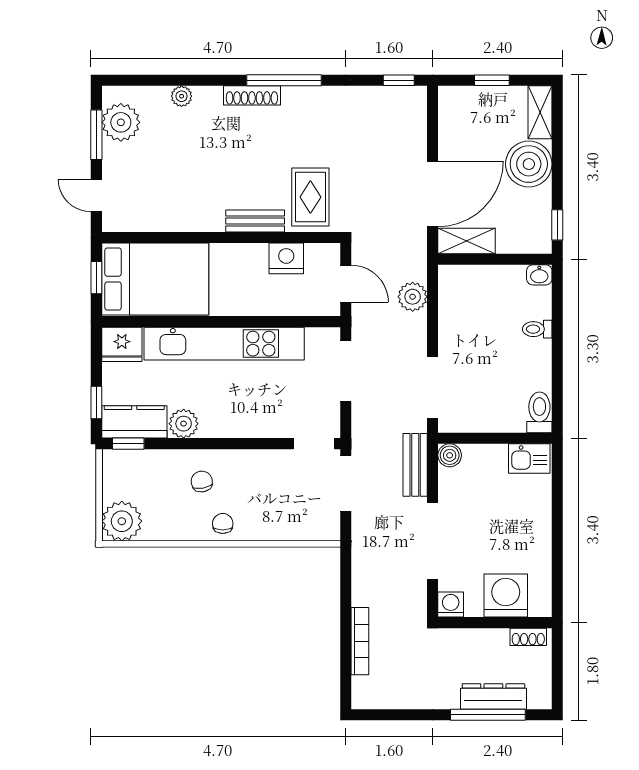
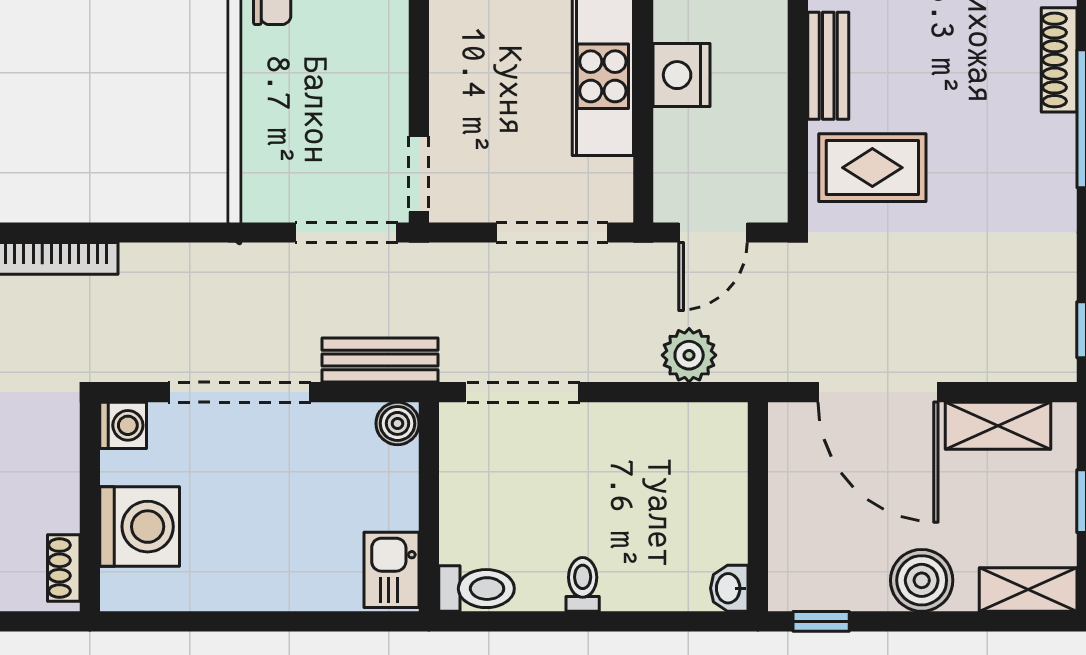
boiler: (529, 164) -> (922, 580), width x0.73, depth x0.73
shelving: (467, 241) -> (998, 426), moved, turned 90
nightstand: (286, 258) -> (682, 75), moved, turned 180
toilet: (537, 329) -> (583, 584), moved

